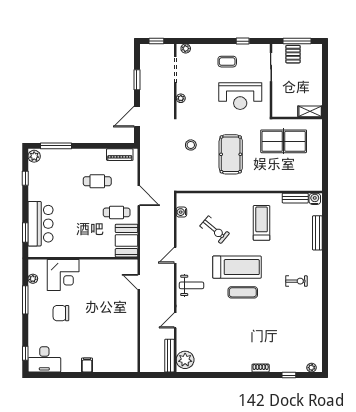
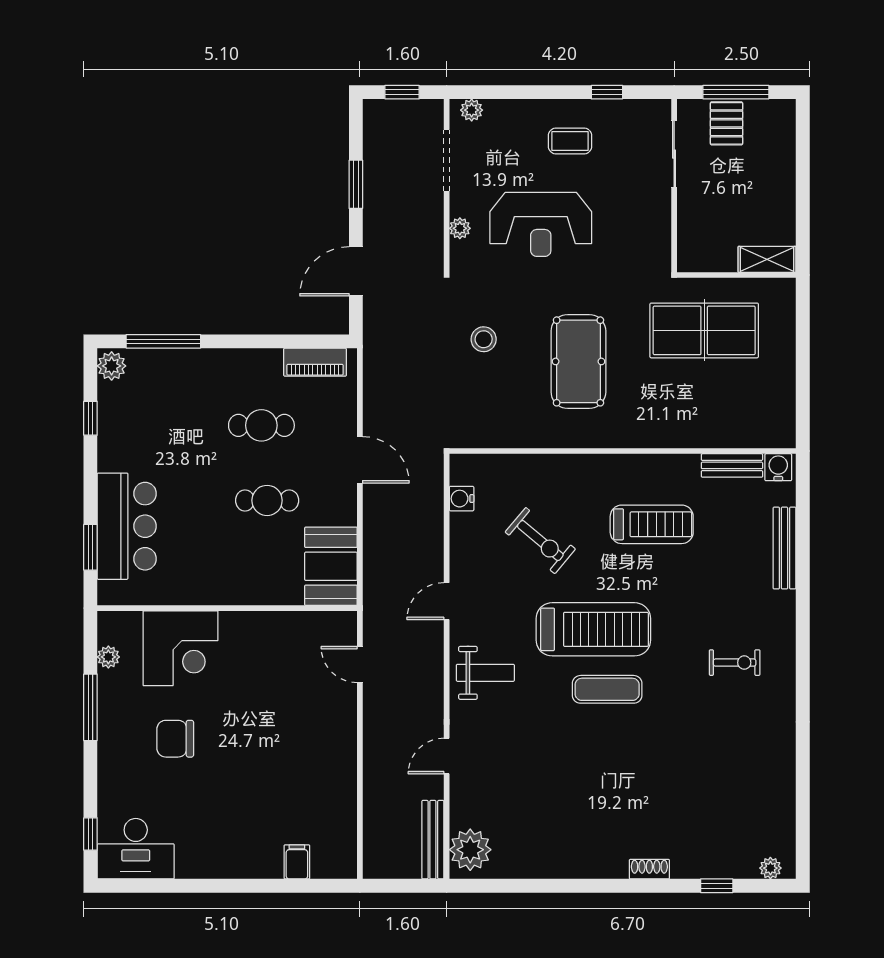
reception desk: (240, 96) -> (541, 224), moved
cafe table: (117, 212) -> (267, 500), moved
treadmill: (262, 223) -> (652, 524), turned 90
filing cabinet: (87, 365) -> (297, 862), moved

